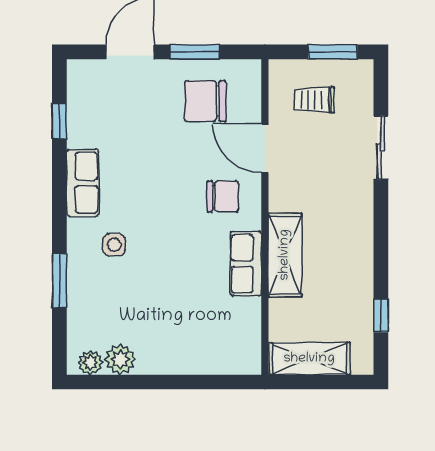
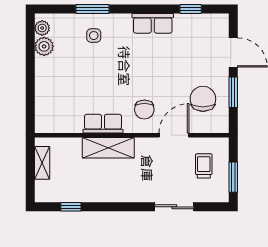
side table: (114, 245) -> (94, 36), moved
shelving: (309, 359) -> (42, 163), width x0.67, depth x0.75

